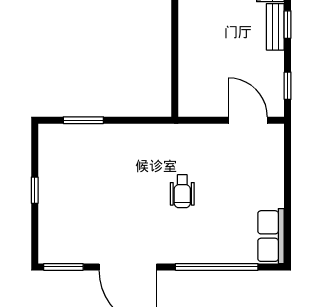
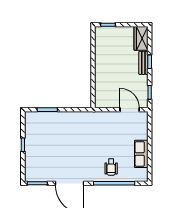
wheelchair: (182, 191) -> (111, 167), moved
row of seats: (271, 236) -> (141, 154), moved

